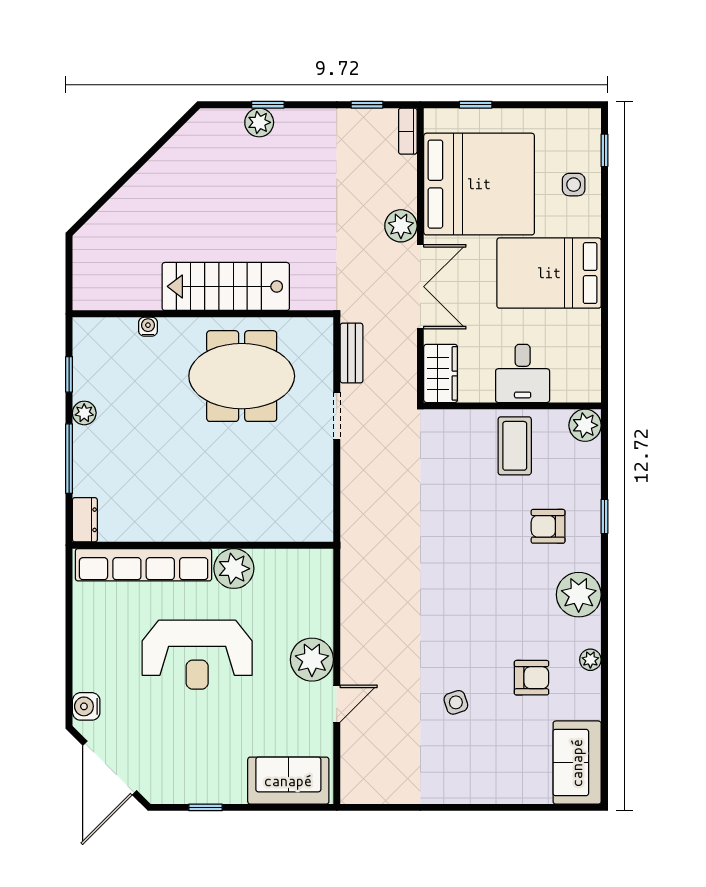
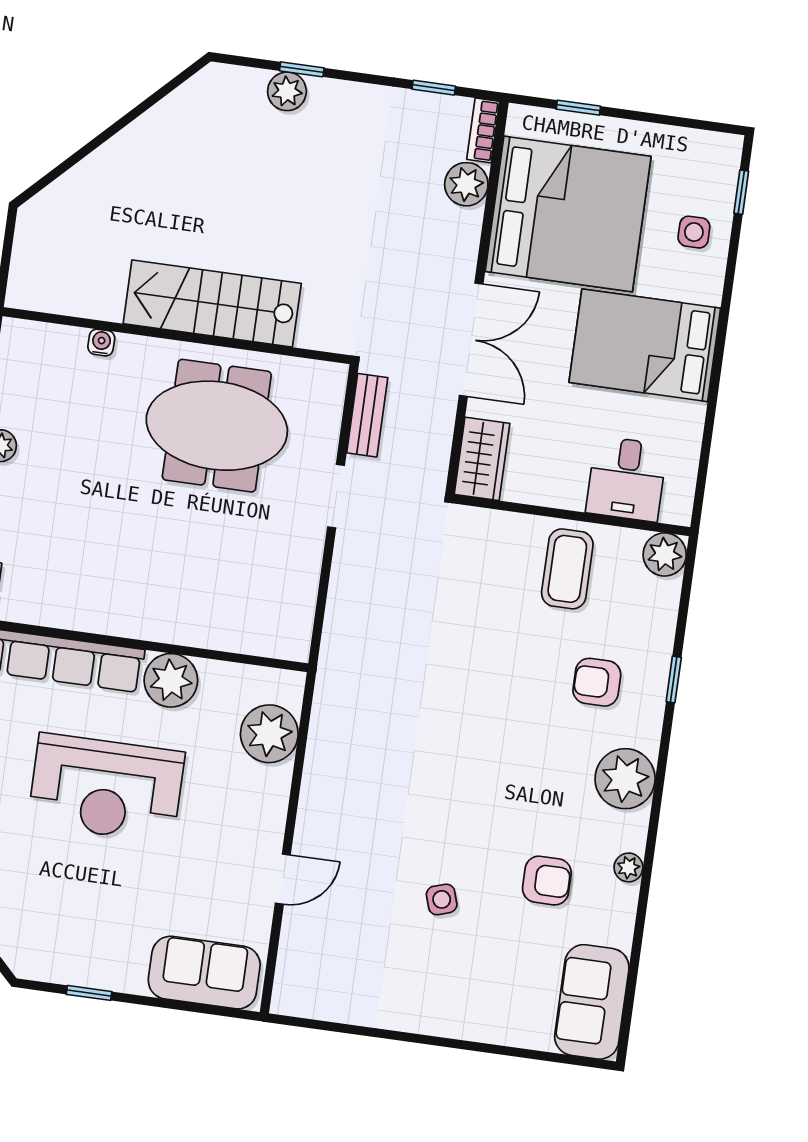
plant: (401, 226) -> (466, 184), moved
desk: (523, 373) -> (627, 479), moved
plant: (312, 660) -> (269, 734), moved

